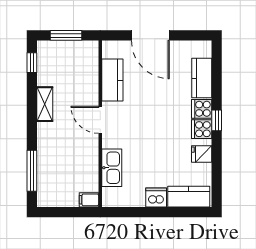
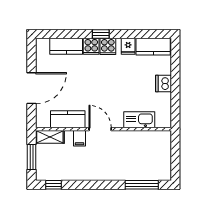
shelving: (45, 104) -> (50, 137), moved
door: (100, 120) -> (100, 129), swing flipped
kitchen counter: (189, 197) -> (153, 47), moved, turned -90
filing cabinet: (89, 200) -> (80, 138), moved

